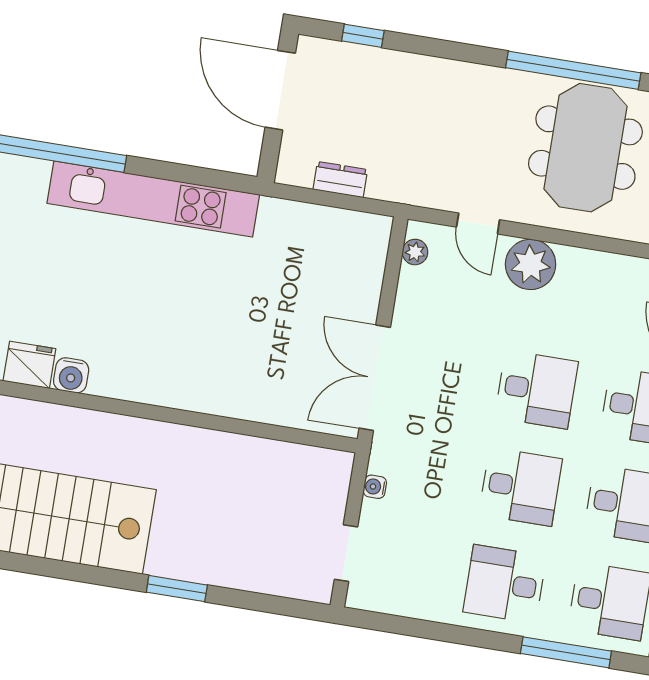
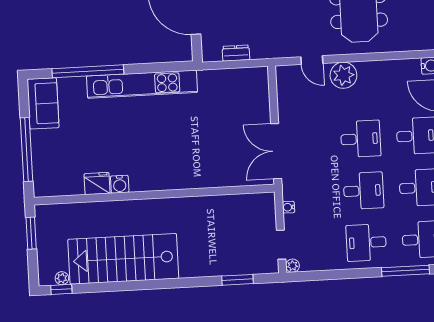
plant: (415, 252) -> (293, 266), moved
window: (177, 589) -> (238, 280), moved

